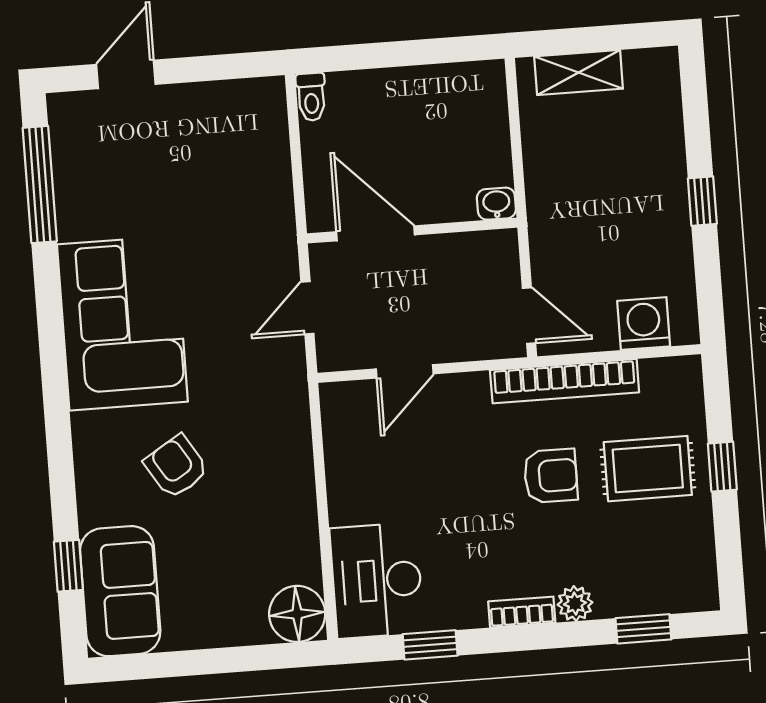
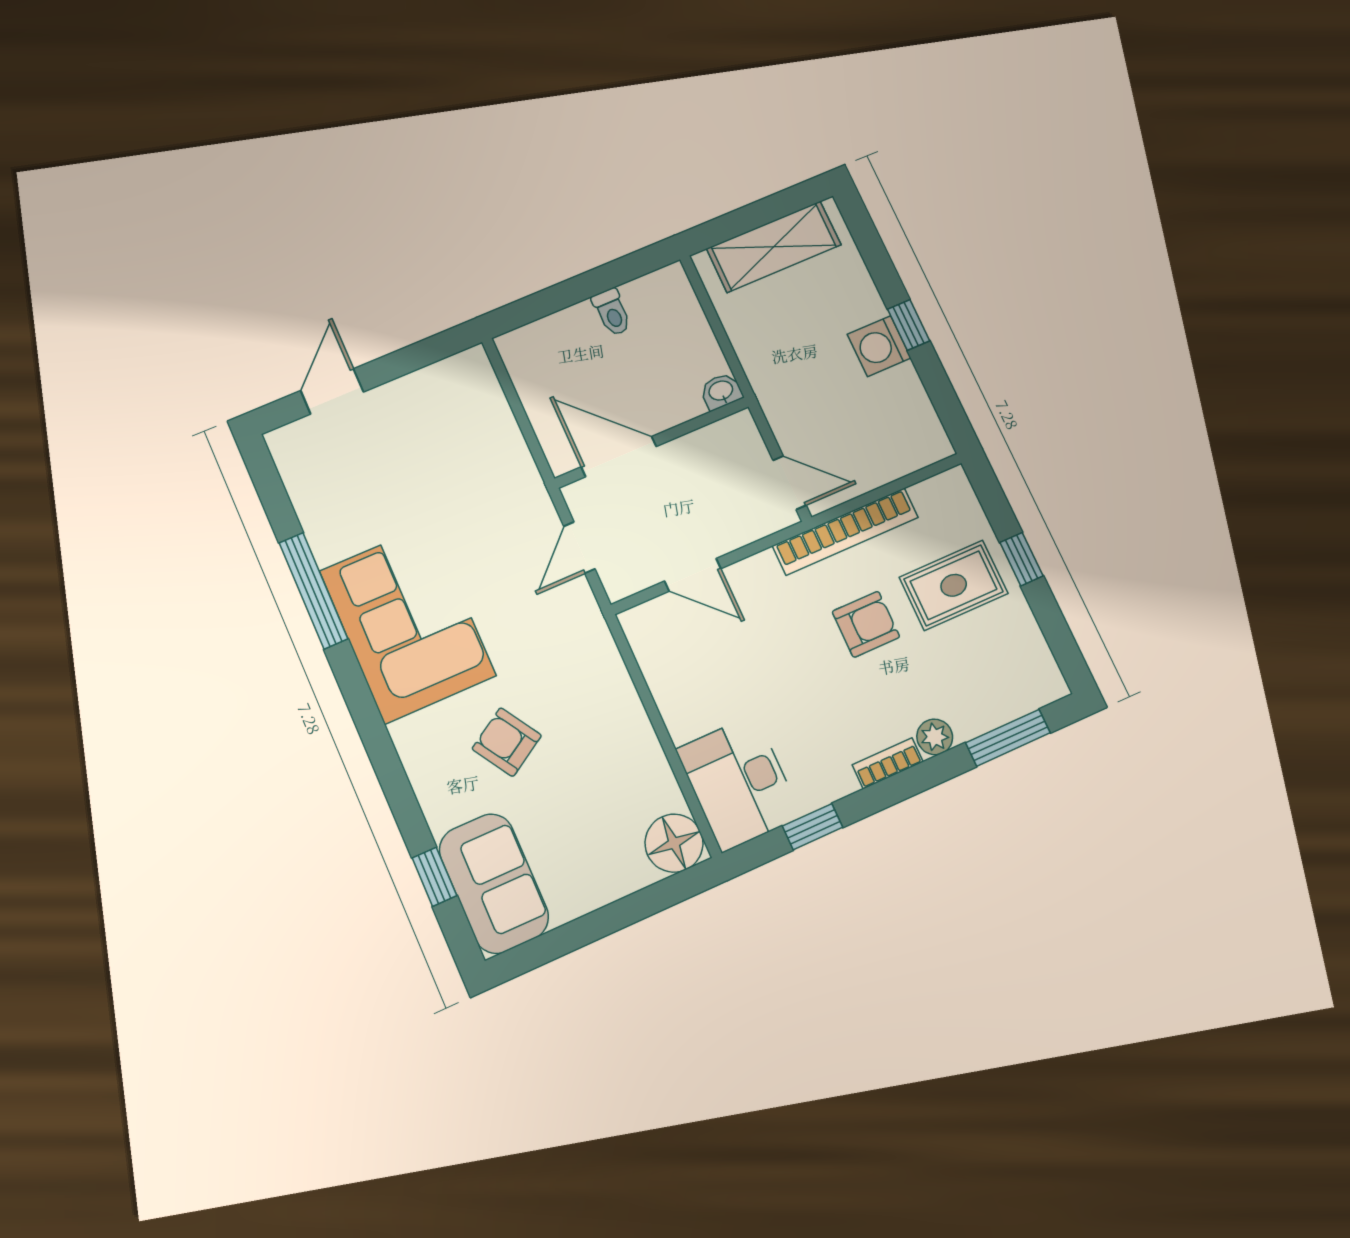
shelving: (579, 73) -> (774, 247), width x1.50, depth x1.33
toilet: (311, 97) -> (612, 312), moved
window: (40, 185) -> (313, 591), moved
washing machine: (644, 324) -> (879, 346), moved, turned -90
door: (405, 371) -> (693, 575), hinge flipped
window: (643, 629) -> (1008, 738), width x1.50

